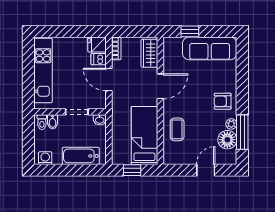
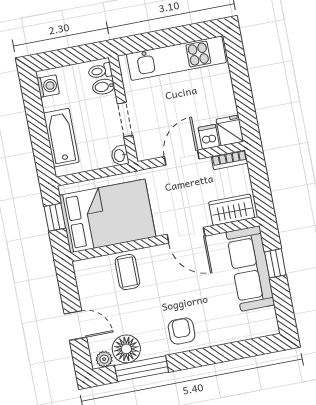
sofa: (210, 48) -> (250, 268), moved
plant: (231, 124) -> (104, 359), moved
coffee table: (177, 129) -> (127, 272), turned 90
bed: (144, 135) -> (107, 216), width x1.50

